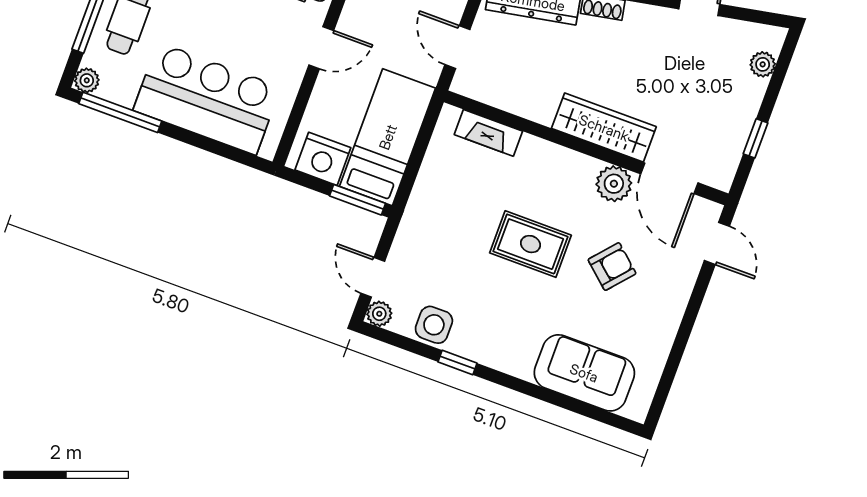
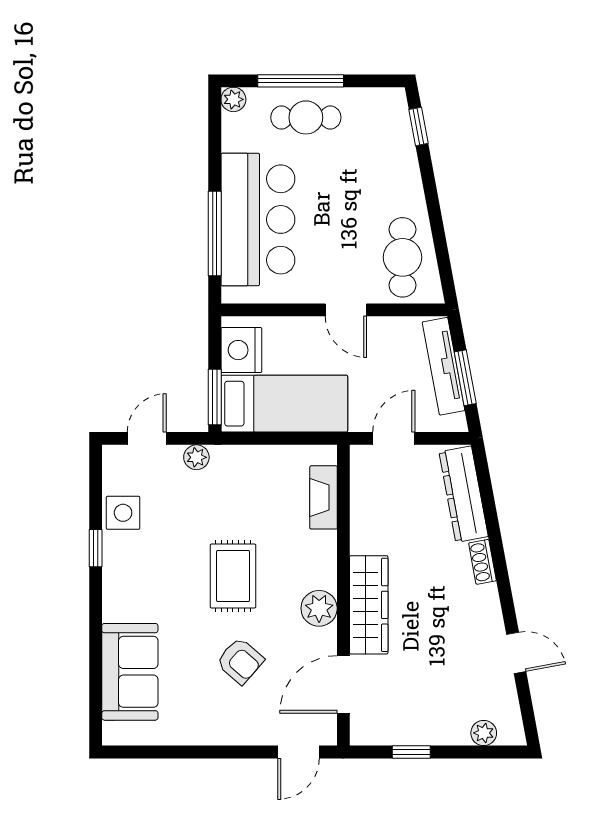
window: (120, 112) -> (215, 233), moved
plant: (614, 184) -> (319, 608), moved
plant: (379, 314) -> (196, 457), moved

